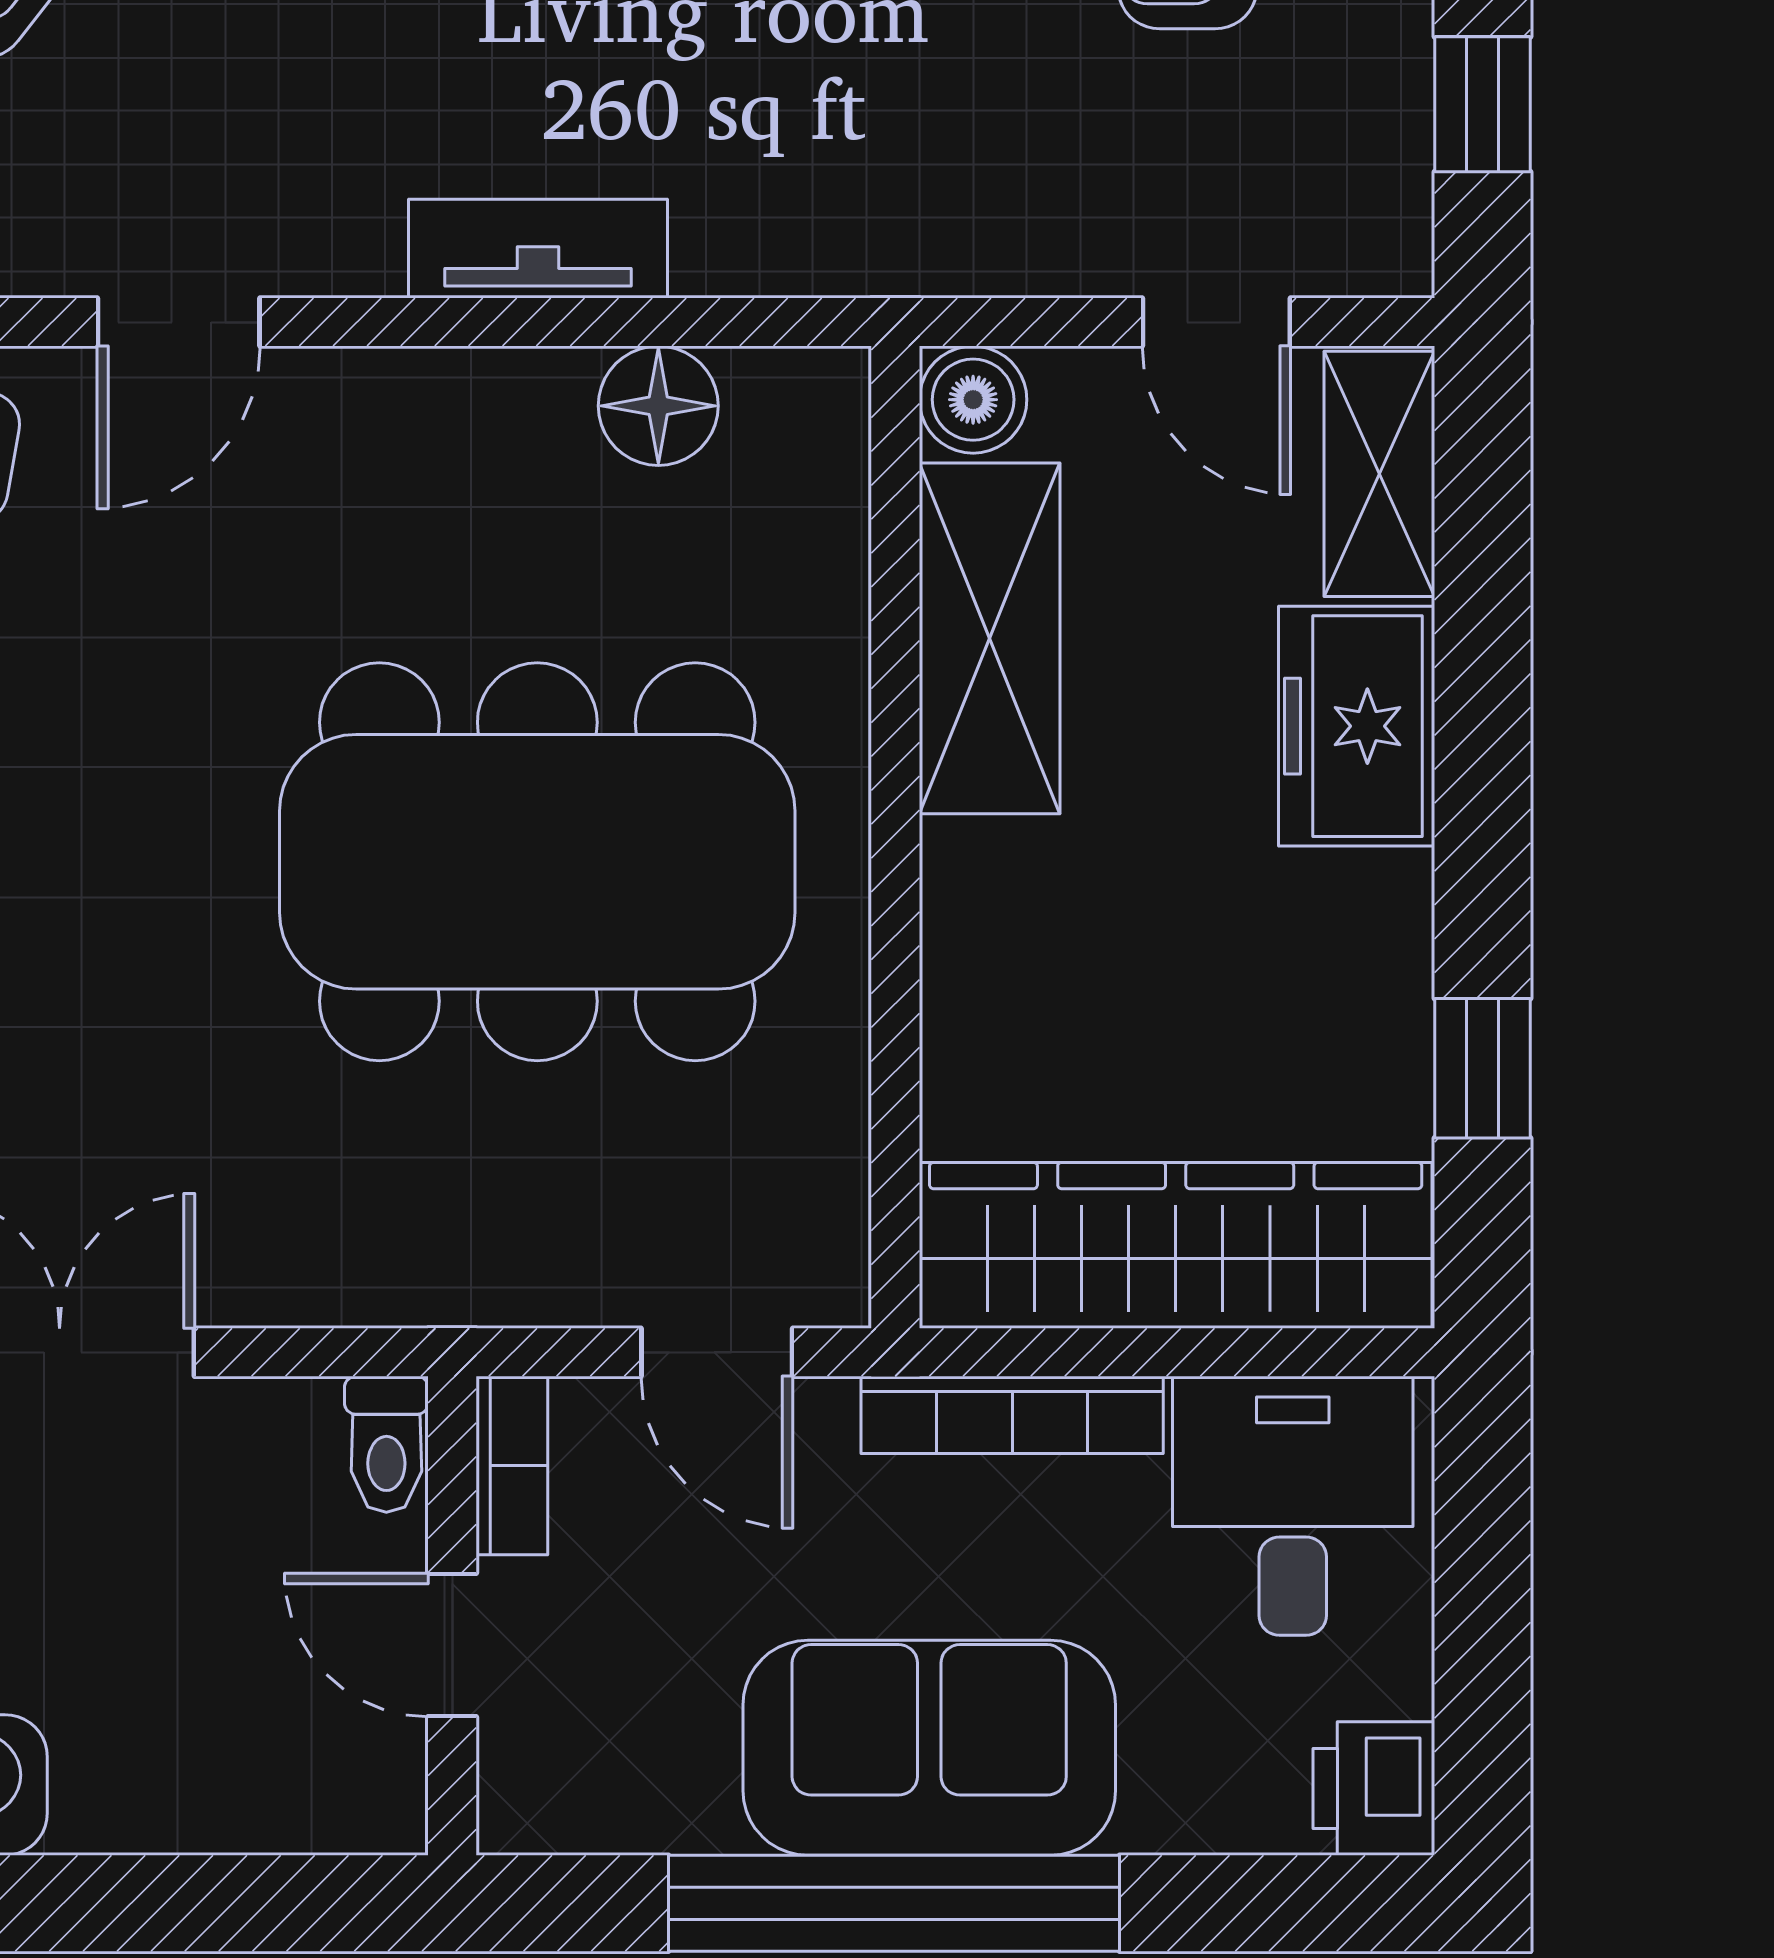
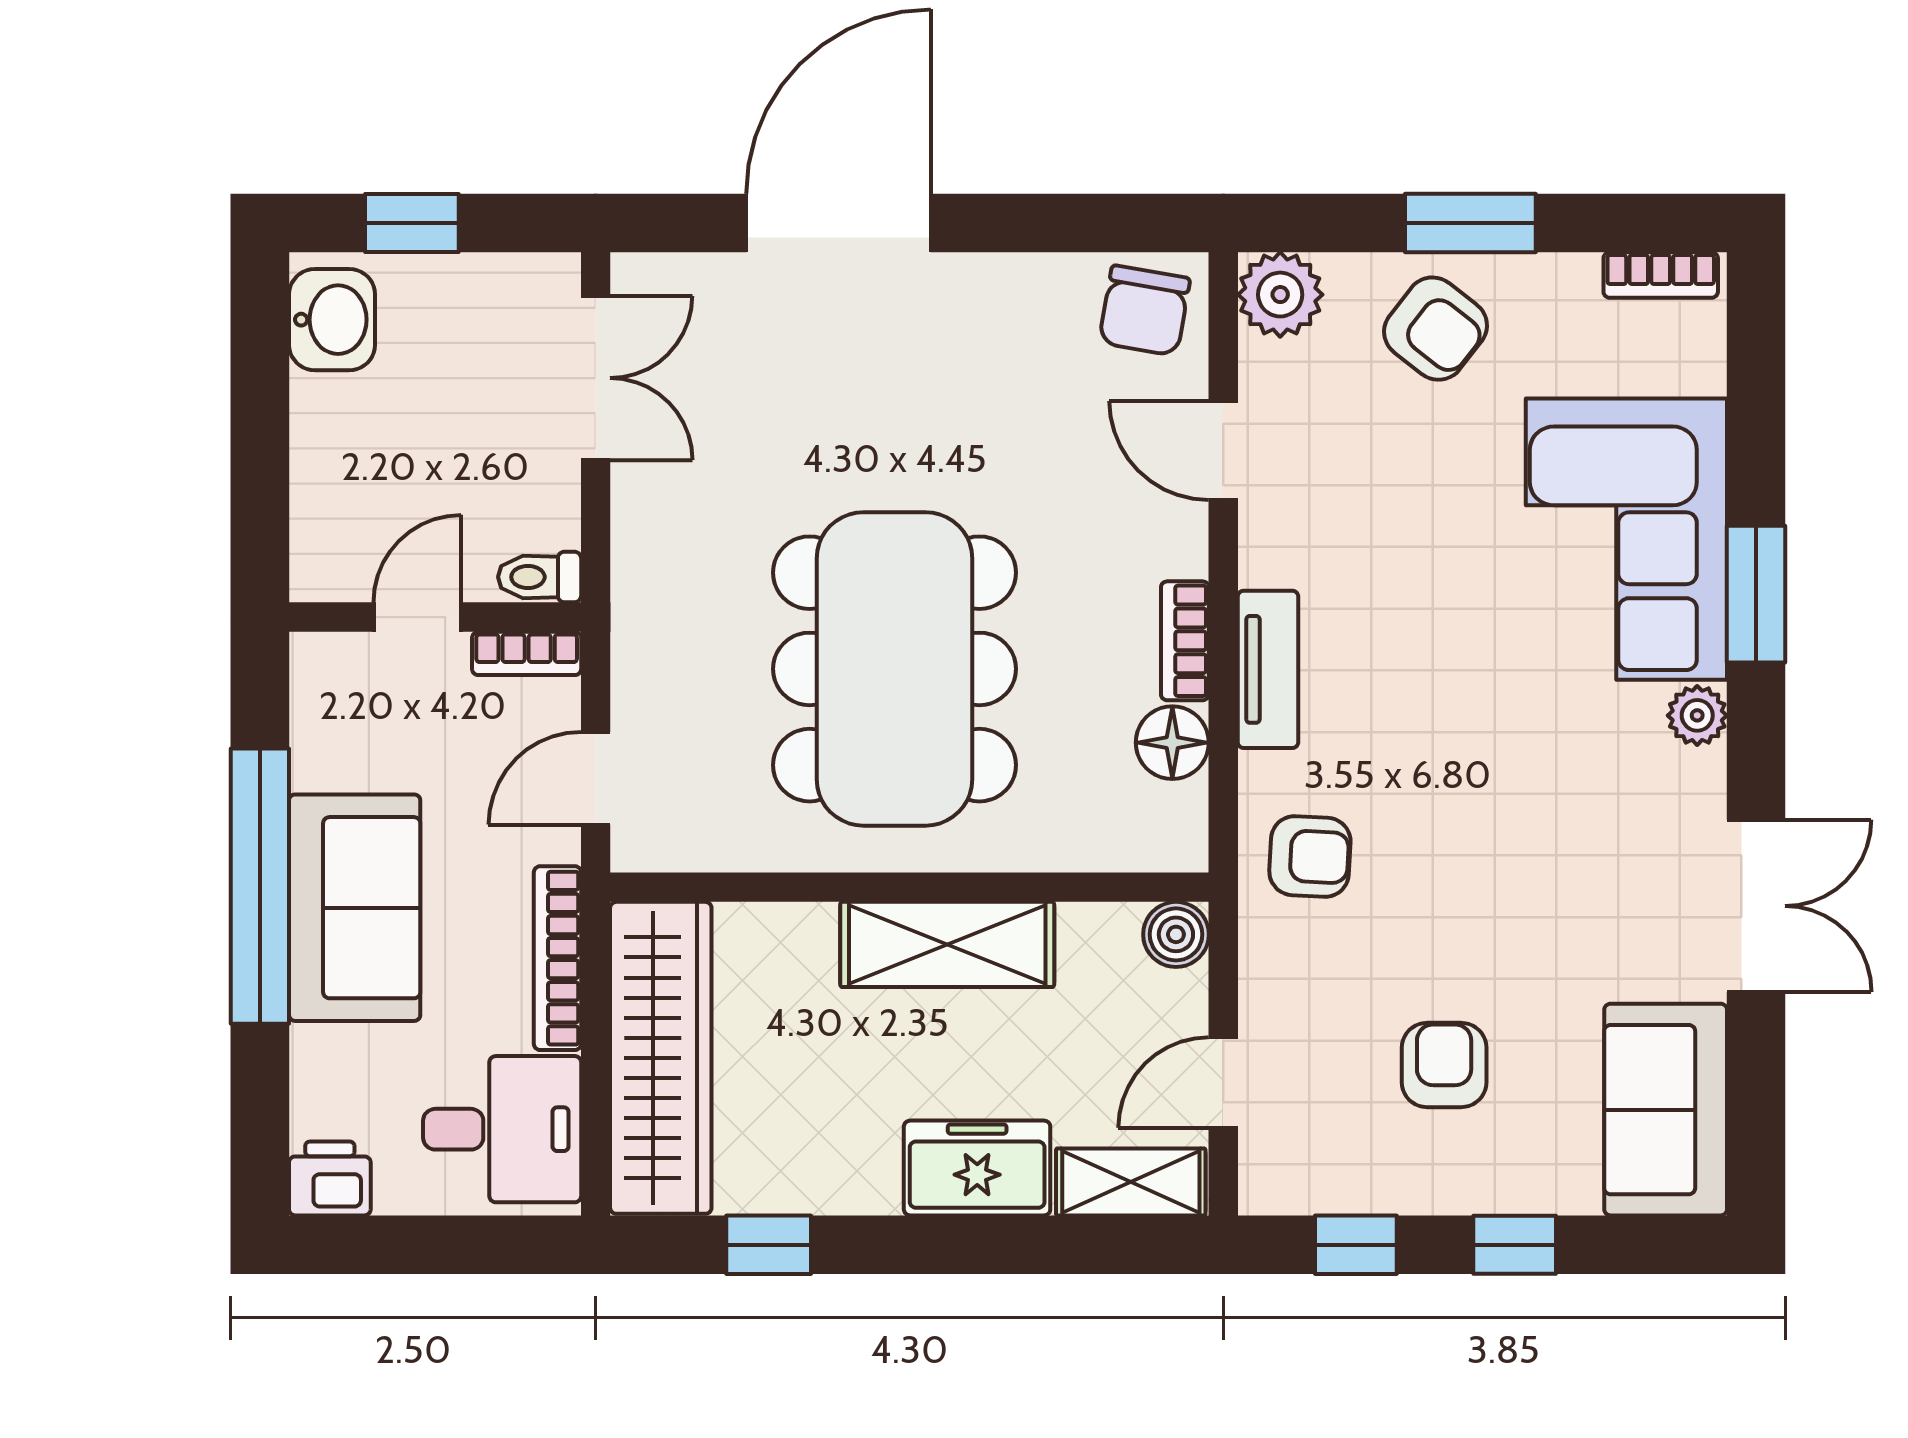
armchair: (845, 180) -> (1310, 856), added
bookcase: (491, 385) -> (1185, 641), added
shelving: (990, 638) -> (947, 944), moved

